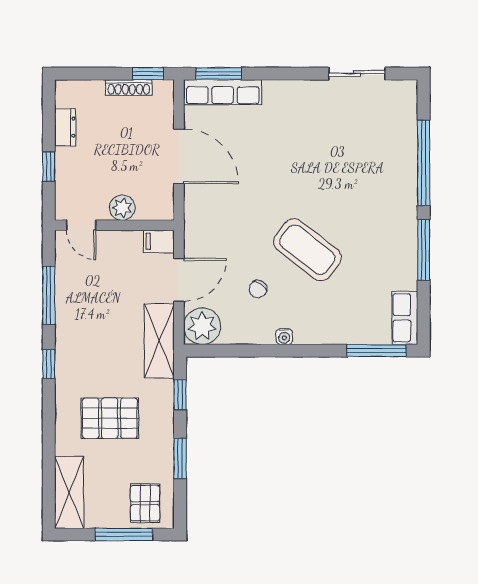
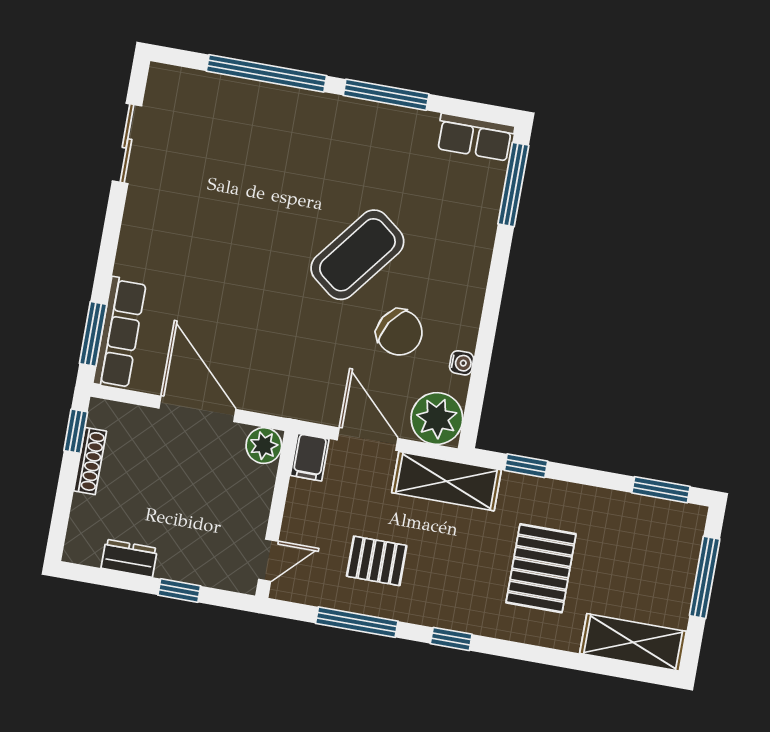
door: (179, 156) -> (197, 409), hinge flipped
plant: (122, 208) -> (264, 446), moved
chair: (258, 289) -> (399, 332), width x1.87, depth x1.87
water cooler: (284, 337) -> (462, 363), moved
window: (180, 458) -> (661, 490), moved
pallet: (145, 503) -> (377, 561), moved

